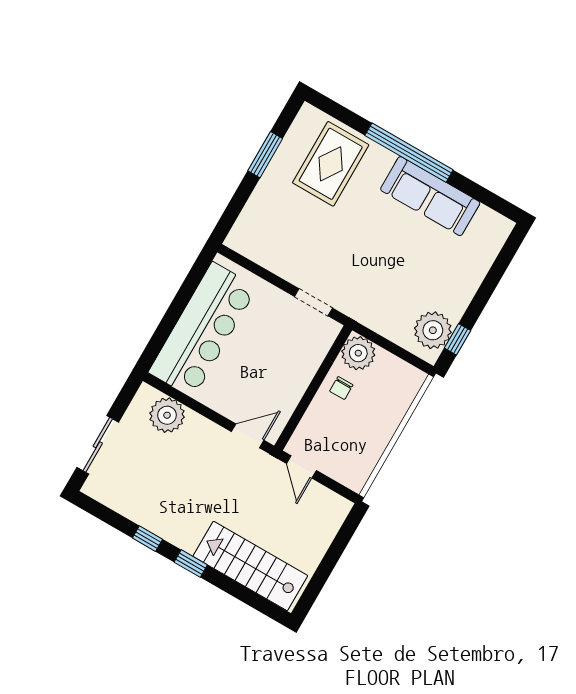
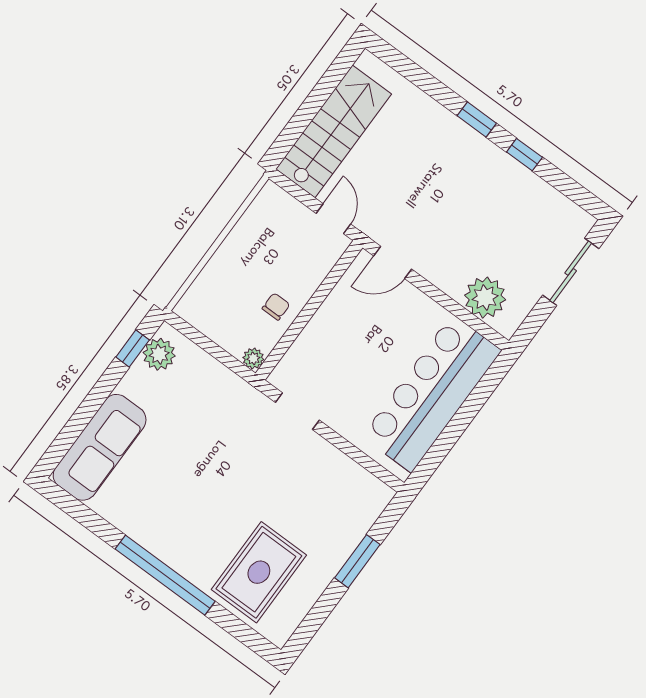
window: (265, 155) -> (357, 561), moved
sofa: (430, 196) -> (100, 447), moved, turned 90
plant: (433, 330) -> (159, 354), width x0.73, depth x0.73
plant: (358, 353) -> (253, 358), width x0.53, depth x0.53
stairs: (250, 566) -> (334, 131), moved, turned -90

